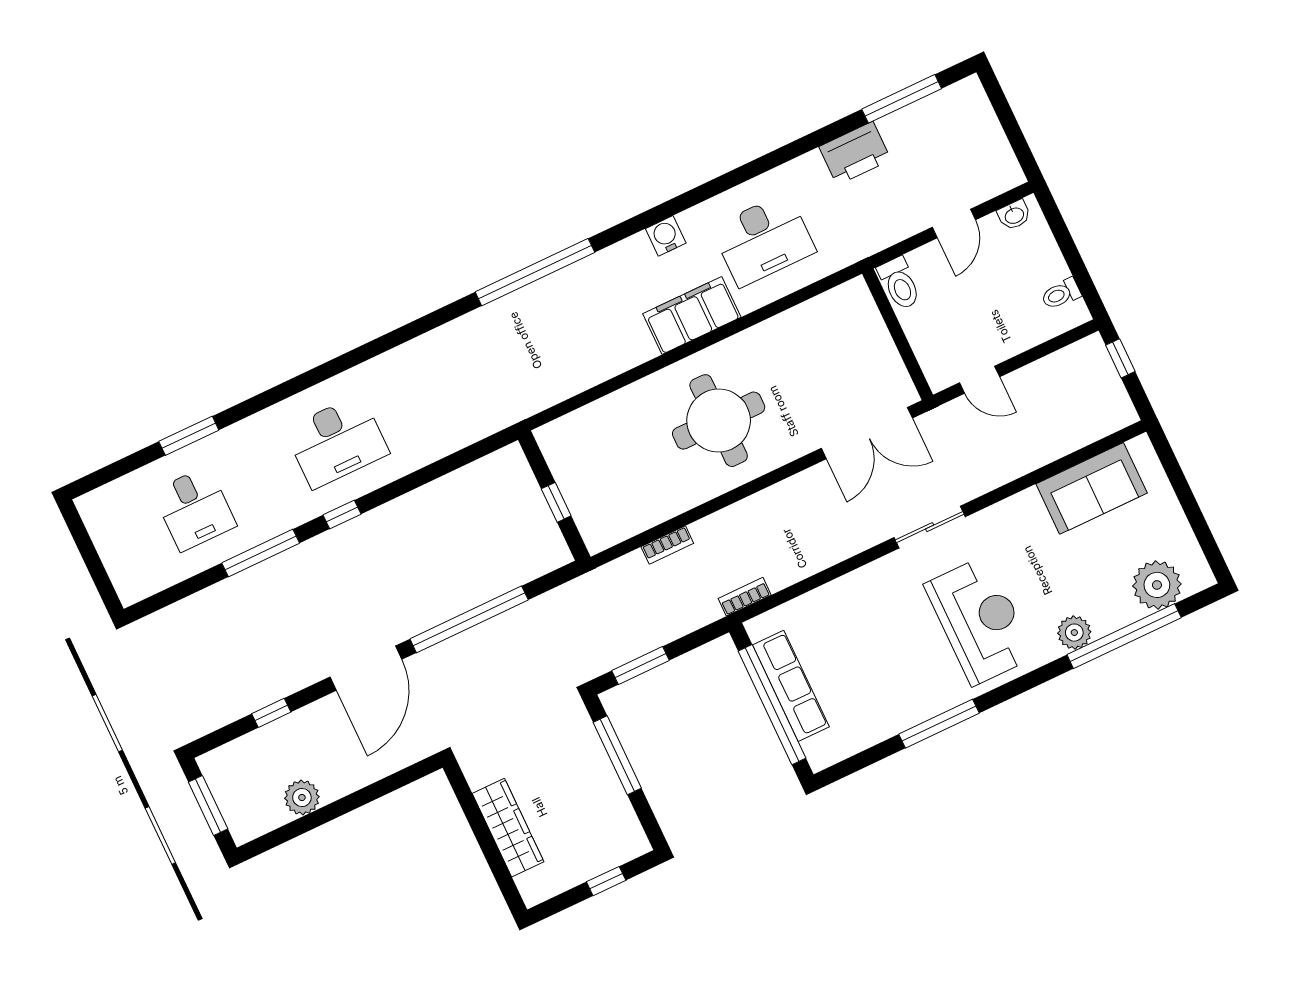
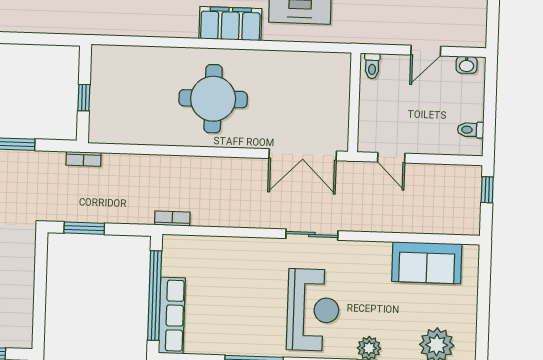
toilet: (899, 283) -> (372, 66), width x0.73, depth x0.72
bookcase: (667, 545) -> (84, 159), moved
row of seats: (791, 686) -> (172, 315), moved
window: (617, 755) -> (40, 277), removed

